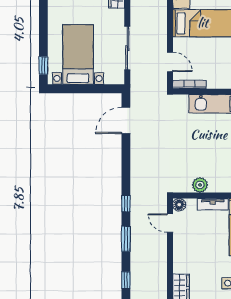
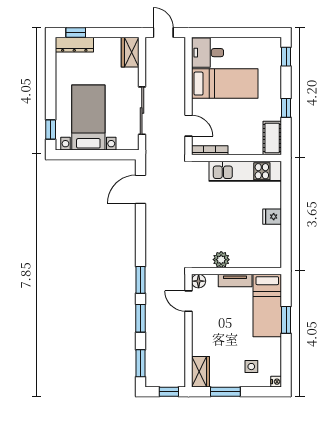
window: (126, 204) -> (140, 280), width x1.50
window: (126, 280) -> (140, 363), width x1.50

